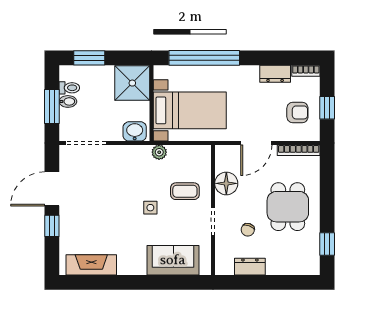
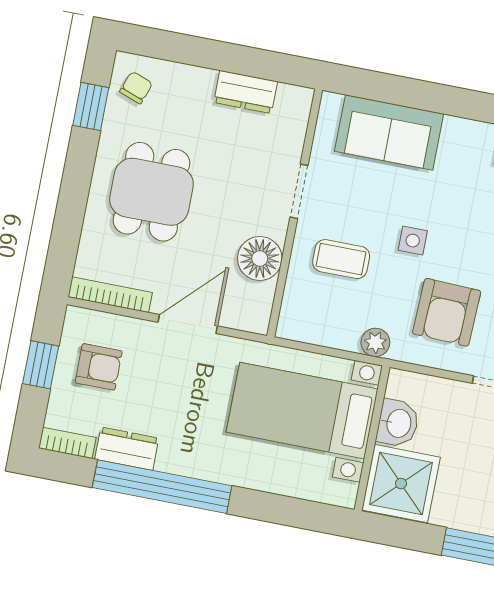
window: (204, 58) -> (162, 487), moved
armchair: (297, 112) -> (99, 367), turned 180
washbasin: (135, 131) -> (398, 423), moved, turned -90
armchair: (126, 175) -> (447, 312), added
chair: (248, 230) -> (136, 88), moved

